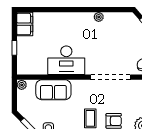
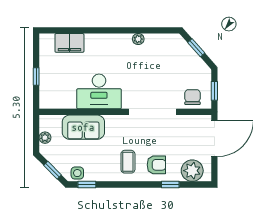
filing cabinet: (25, 24) -> (69, 43), moved, turned 90
plant: (22, 85) -> (45, 138), moved

